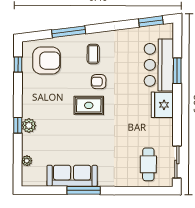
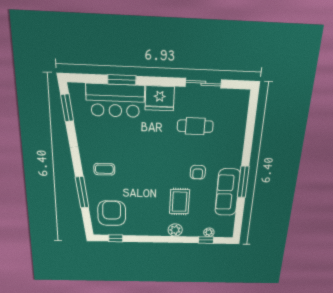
armchair: (99, 82) -> (198, 172), moved
rug: (89, 105) -> (180, 202), moved
window: (18, 125) -> (206, 240), moved
sliding door: (177, 162) -> (203, 83), moved
cafe table: (148, 164) -> (195, 126), moved

